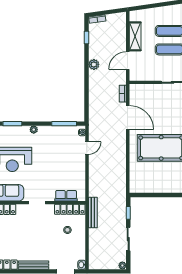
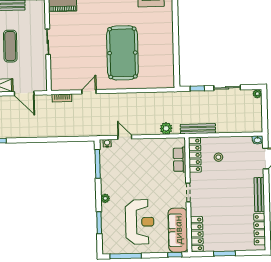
plant: (94, 64) -> (166, 128), moved
door: (128, 118) -> (89, 92), width x0.53

